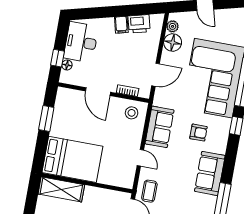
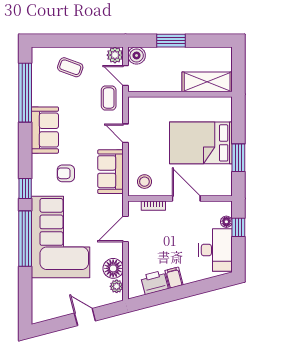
bed: (72, 159) -> (201, 143), moved

